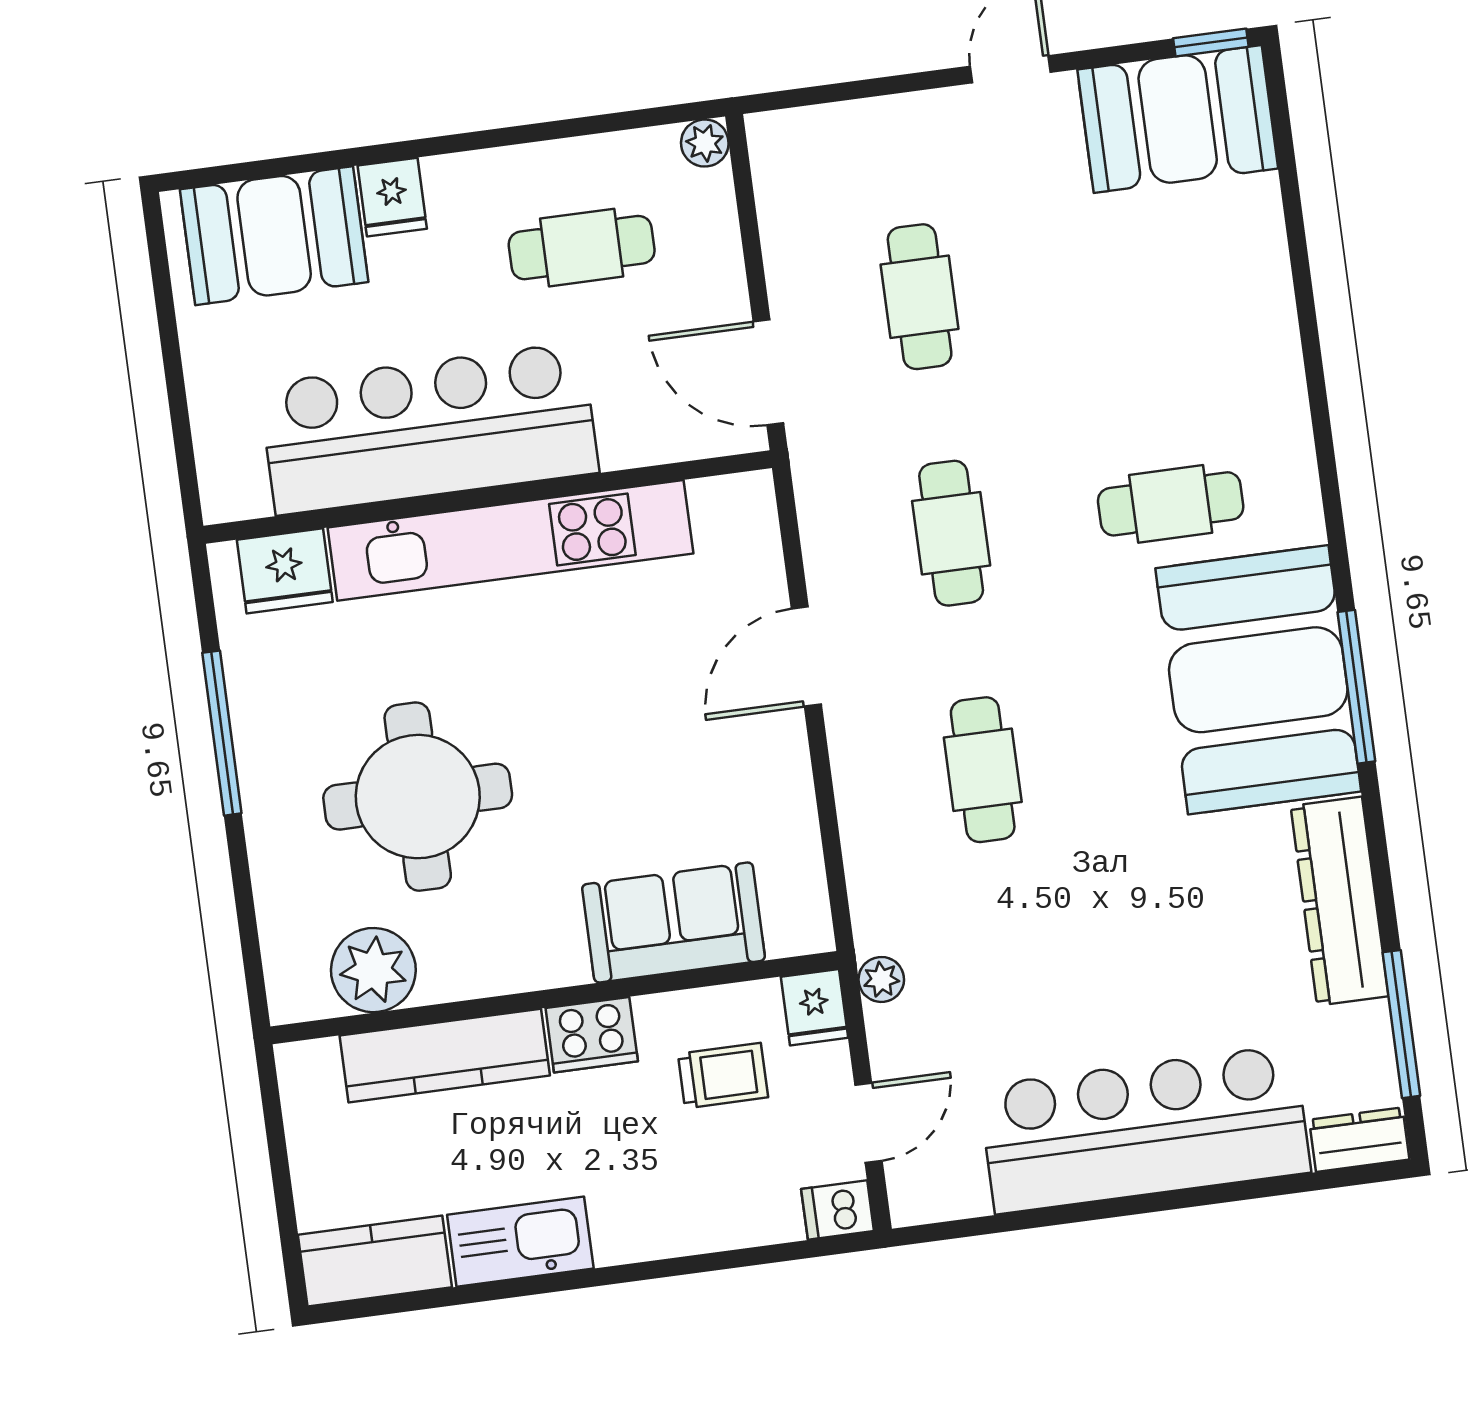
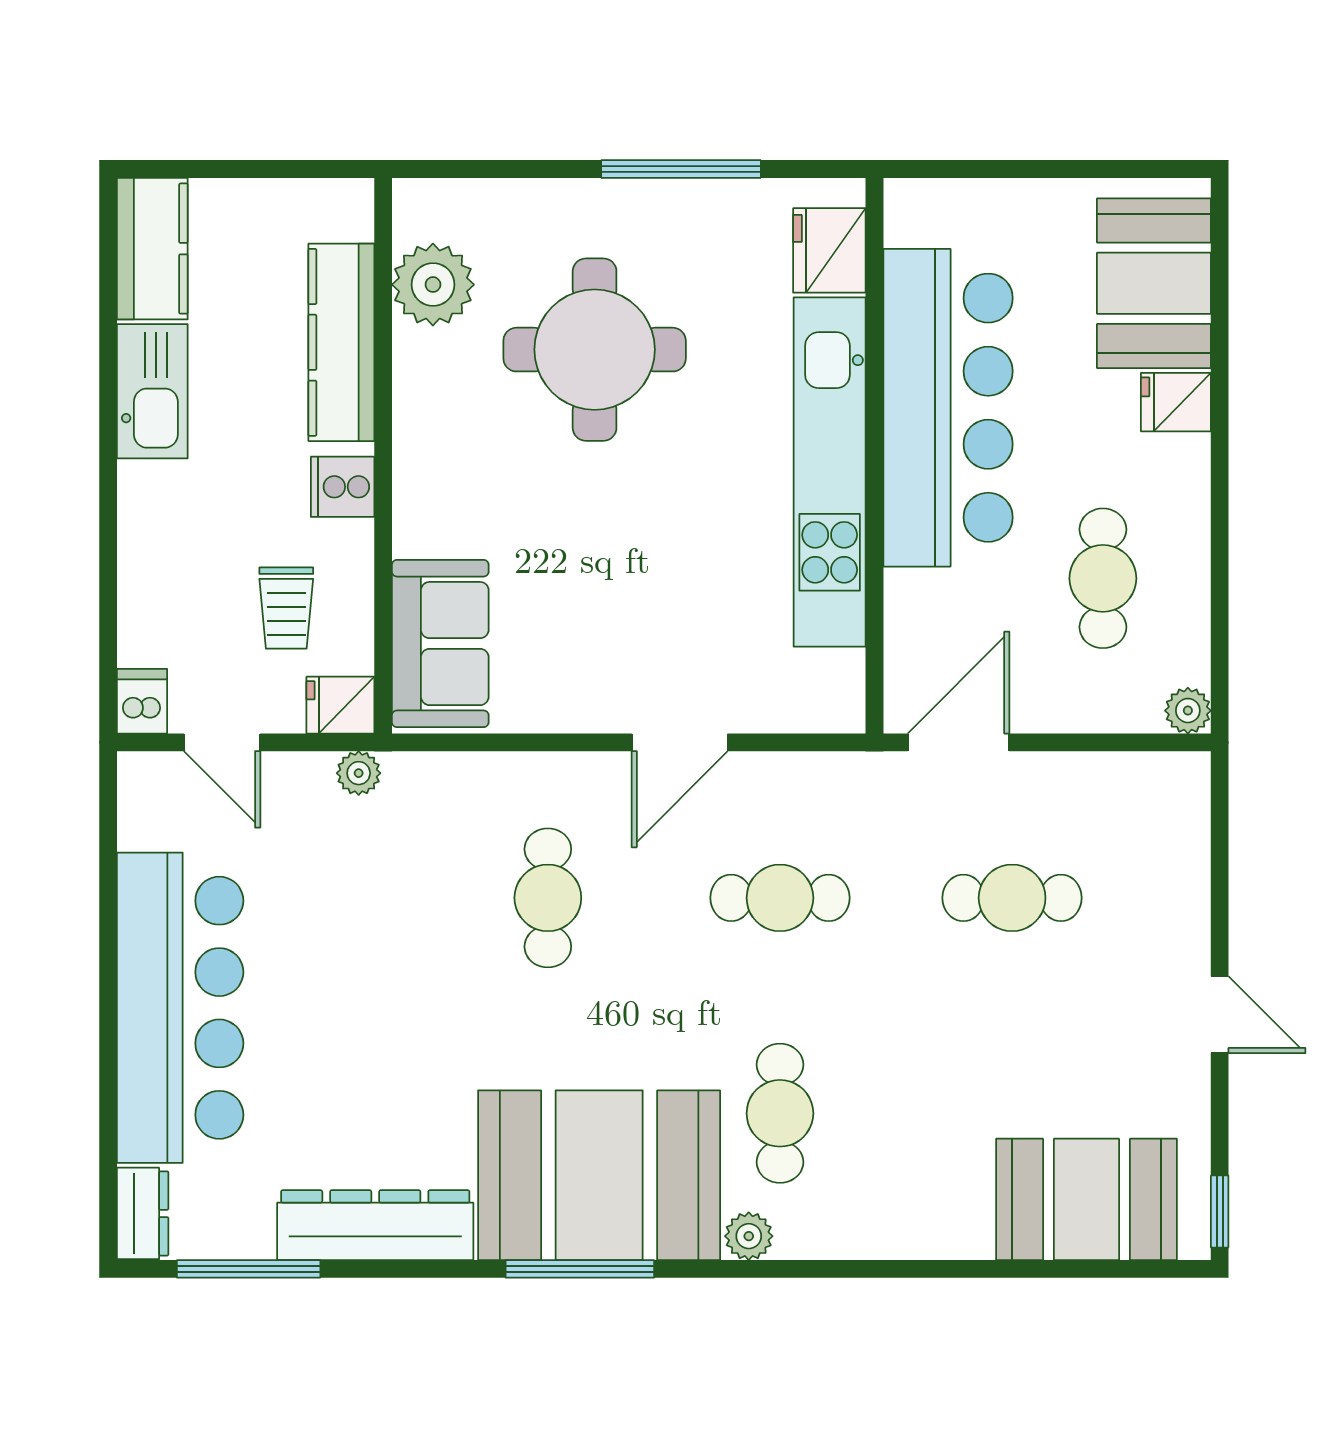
booth: (1178, 119) -> (1086, 1199), moved, turned 90
plant: (1300, 519) -> (749, 1236), added
door: (806, 657) -> (680, 742), swing flipped
cafe table: (983, 770) -> (548, 898), turned 90
sofa: (674, 922) -> (440, 644), moved
cooker: (592, 1035) -> (343, 487), width x0.73

